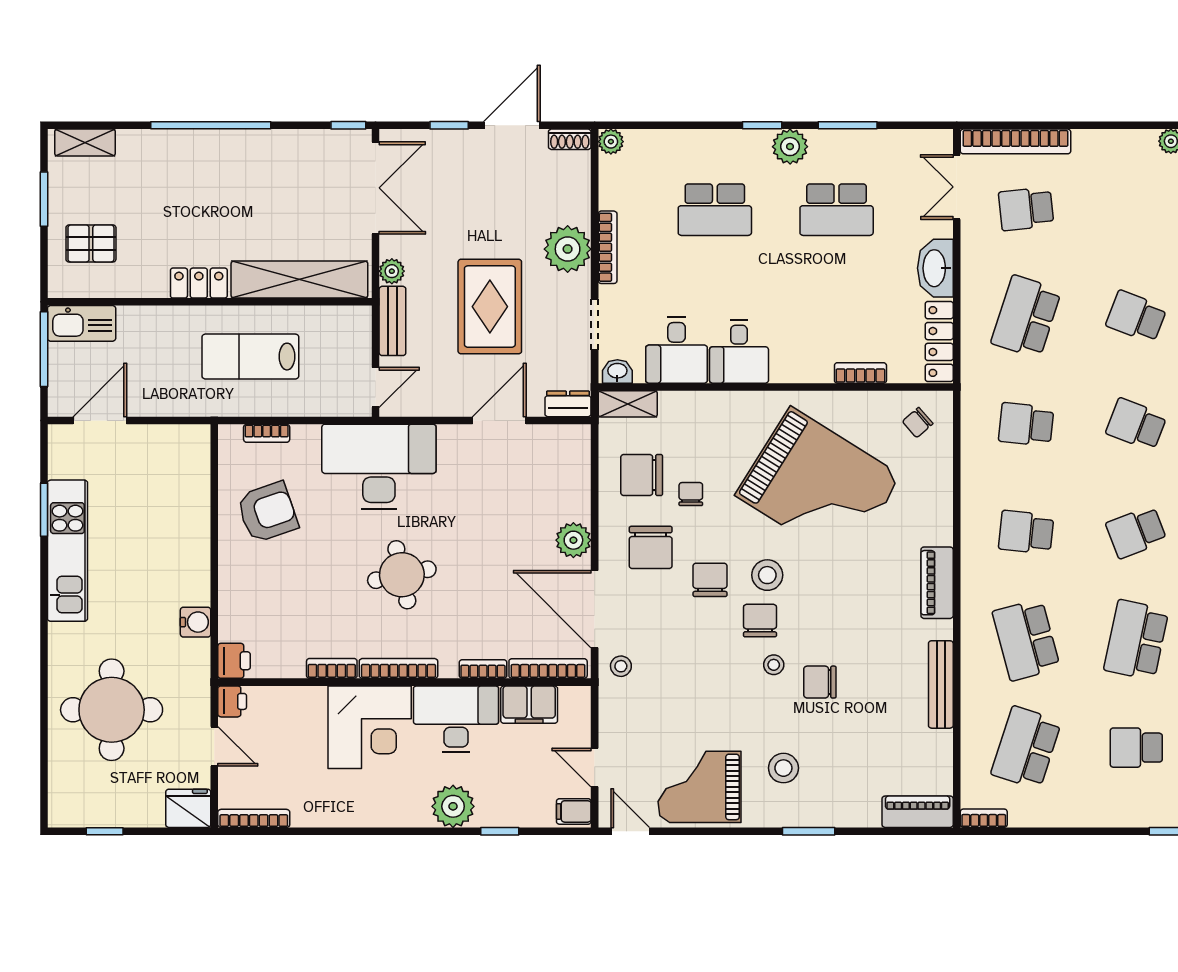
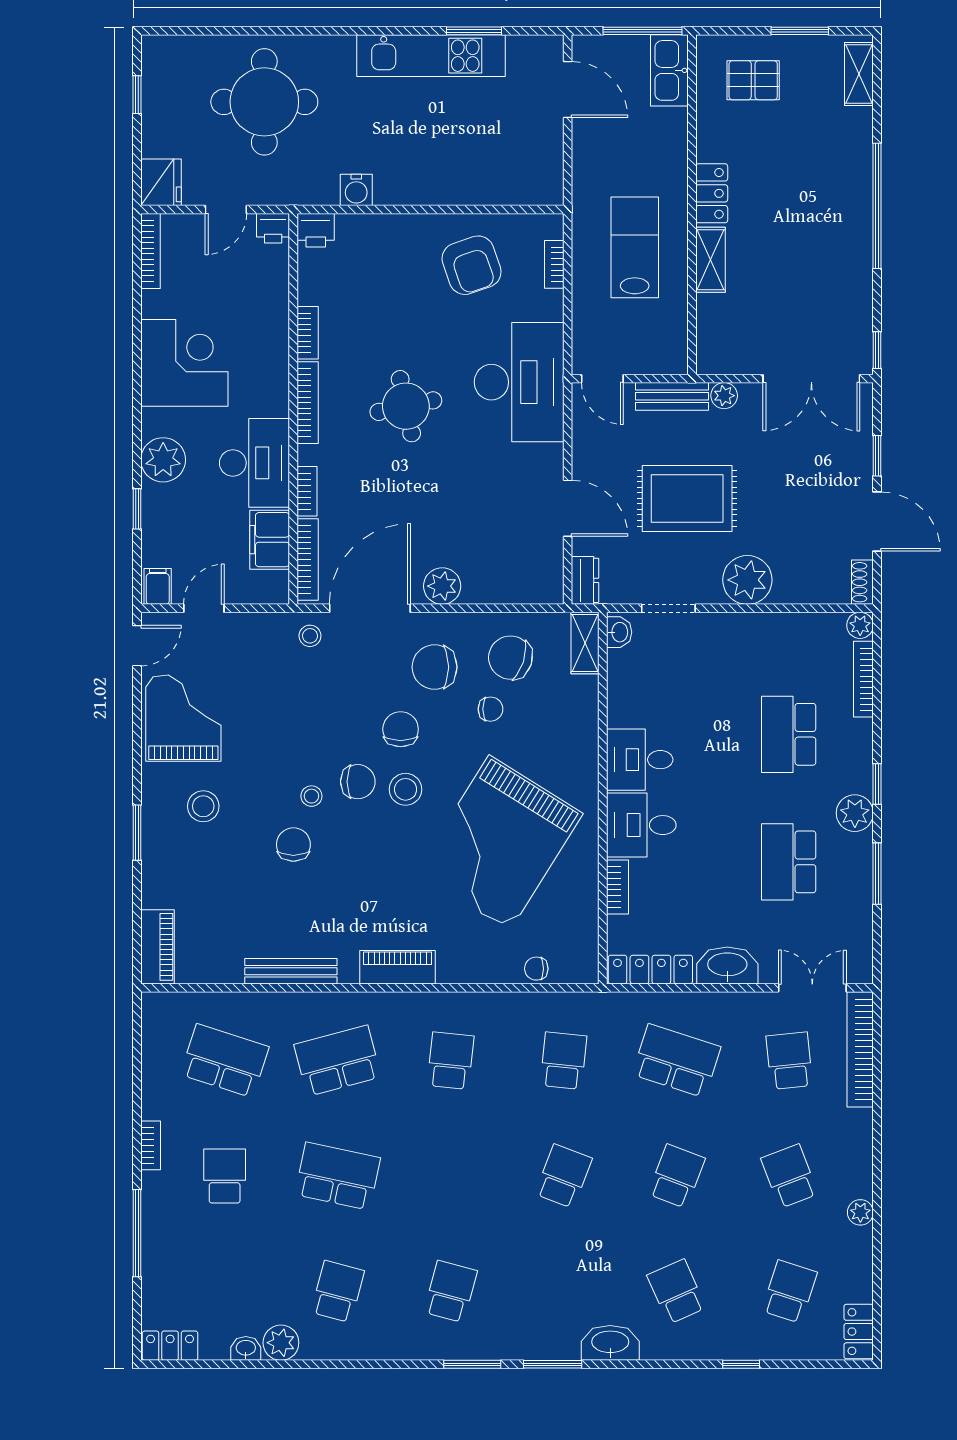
pallet: (91, 243) -> (753, 80), turned 90
bookcase: (608, 247) -> (863, 679), moved, turned 90
shelving: (299, 280) -> (711, 260), width x0.45, depth x0.75
desk: (677, 350) -> (641, 825), moved
chair: (918, 423) -> (536, 969), moved, turned -49
chair: (642, 475) -> (510, 658), turned -72
school desk: (1136, 532) -> (789, 1176), moved
chair: (710, 580) -> (401, 729), turned -90
corner desk: (370, 727) -> (184, 363), moved, turned 180
bookcase: (984, 818) -> (151, 1145), moved

